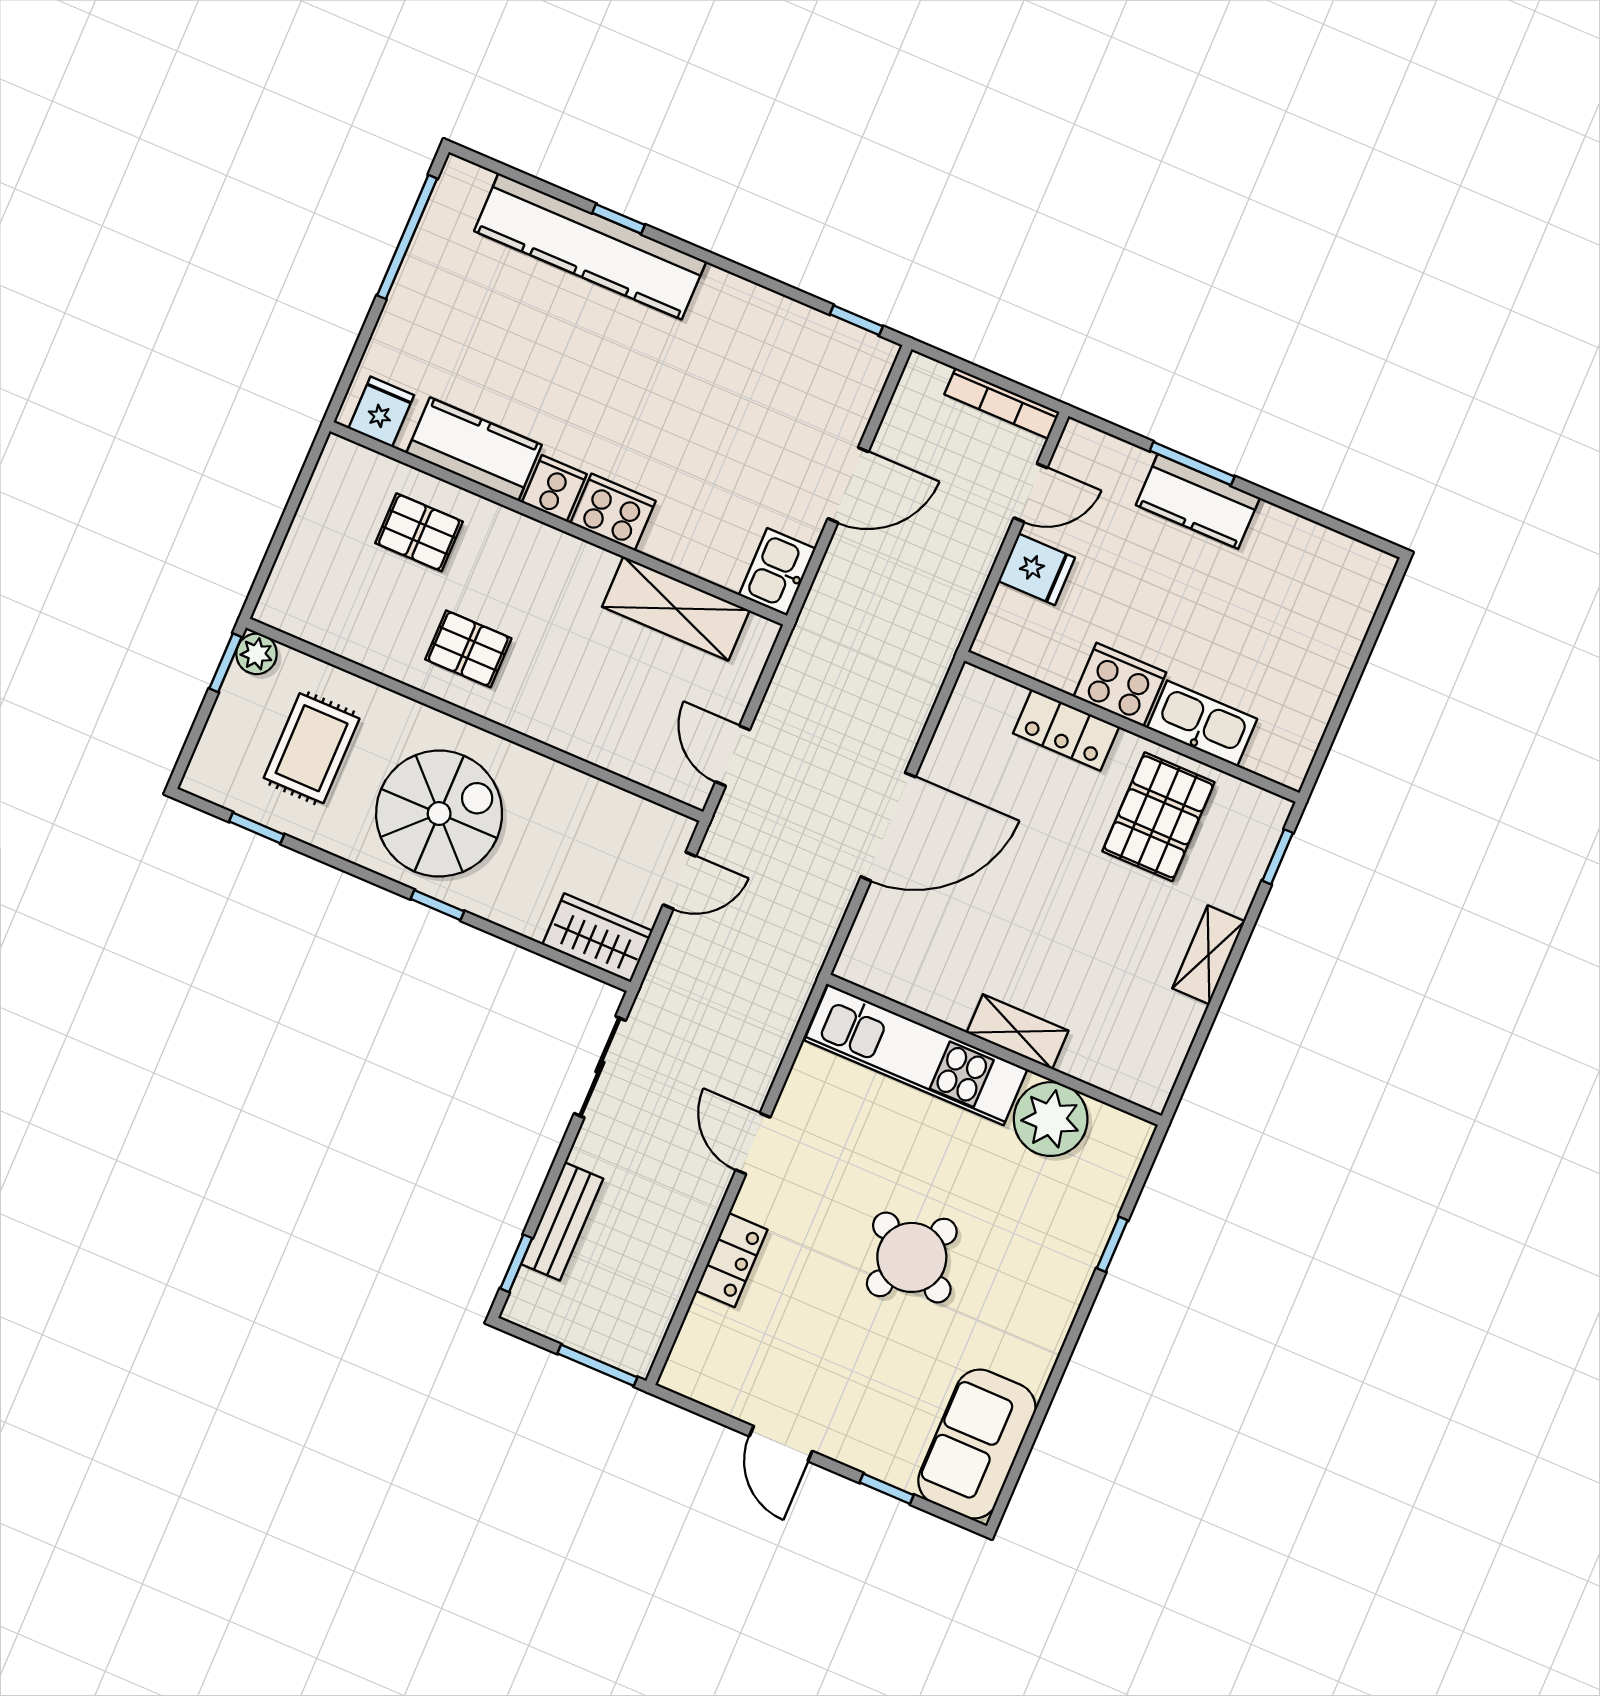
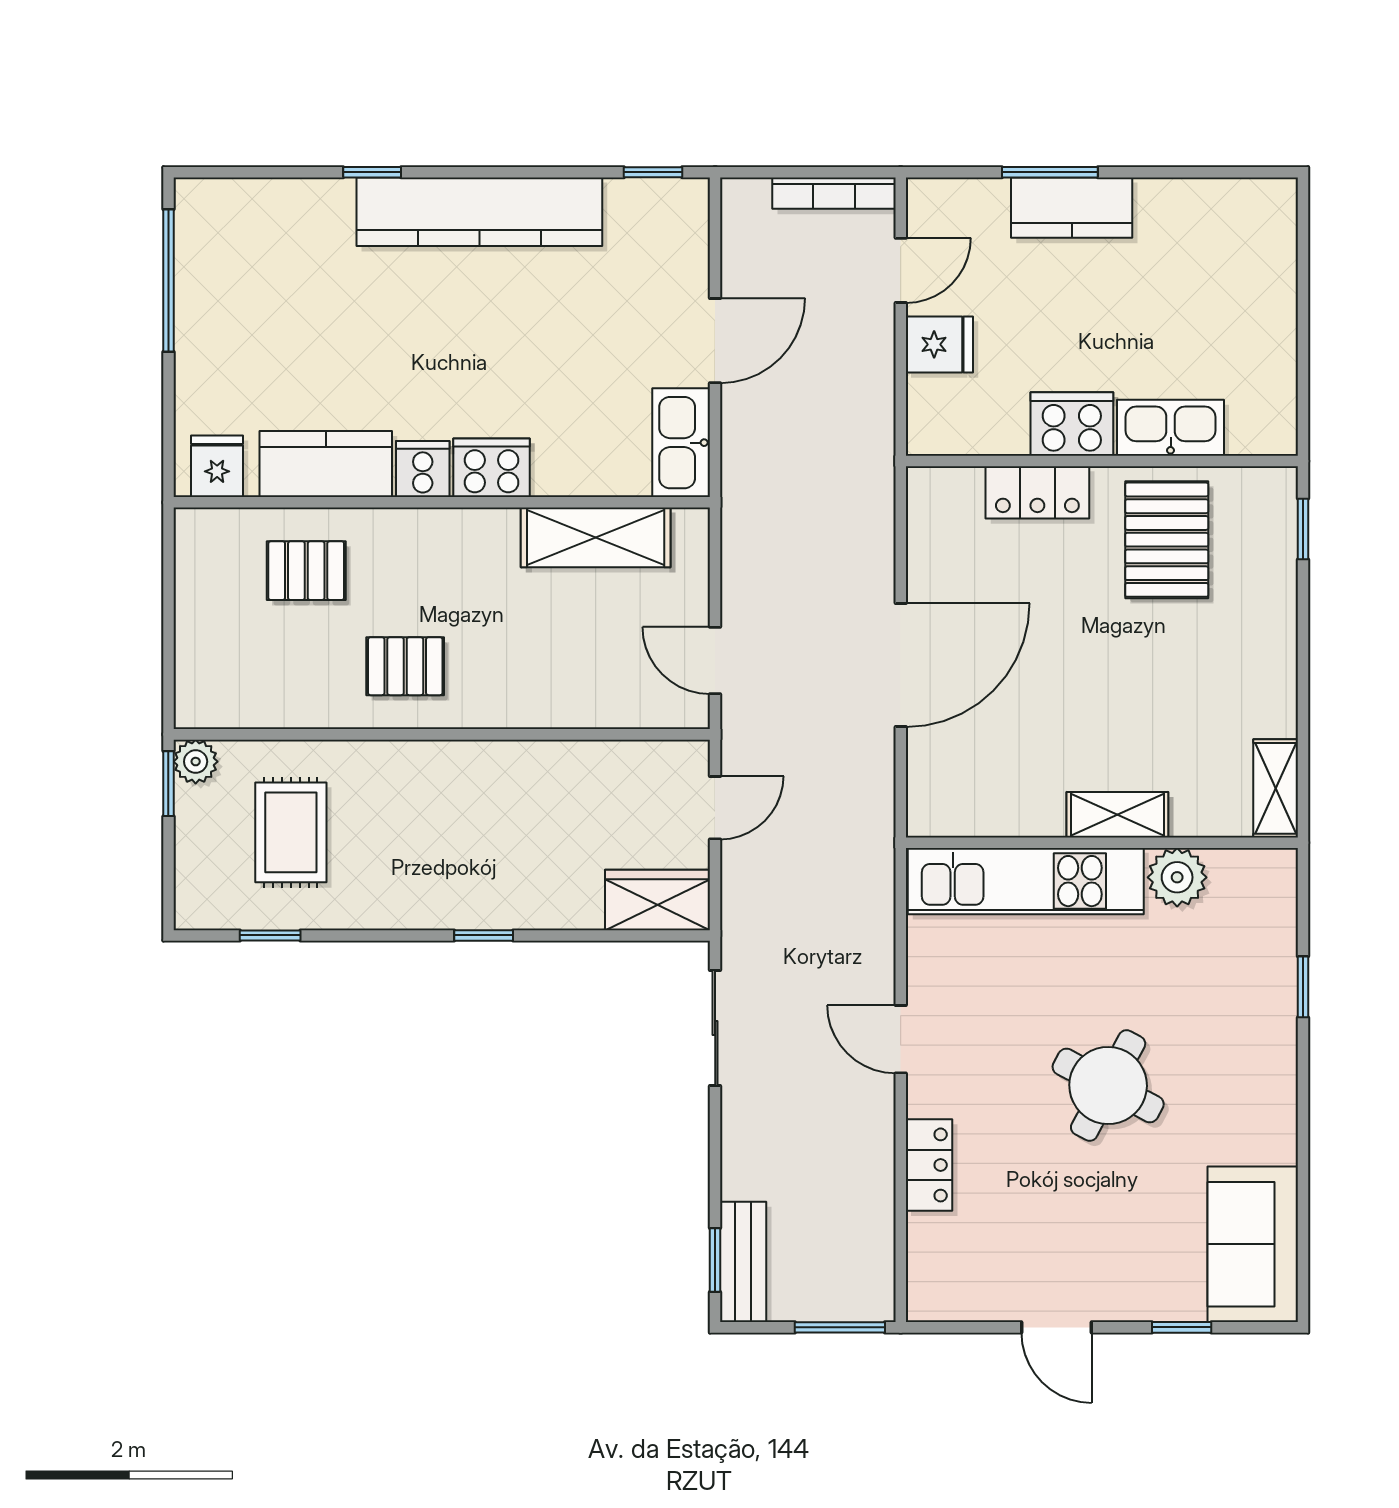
kitchen counter: (590, 246) -> (479, 212), moved
kitchen sink: (777, 572) -> (681, 443), width x1.38
spiral stairs: (439, 814) -> (446, 843), removed
shelving: (1209, 955) -> (1276, 788), moved
plant: (1051, 1119) -> (1177, 877), width x0.73, depth x0.73
bench: (562, 1221) -> (743, 1262), moved

